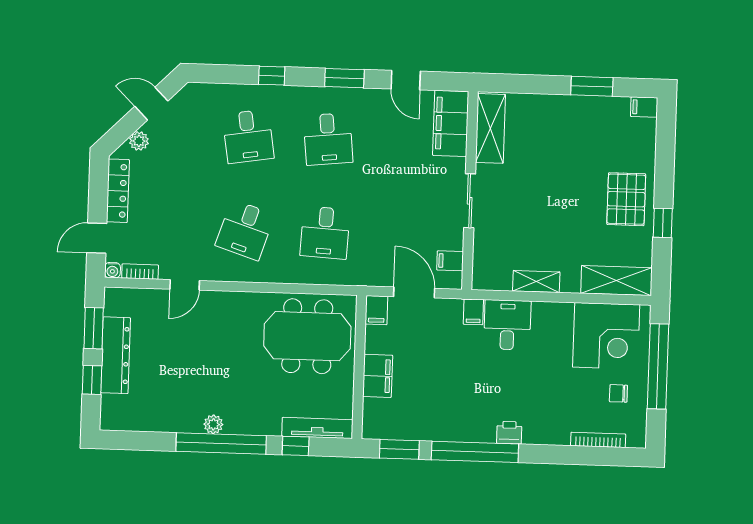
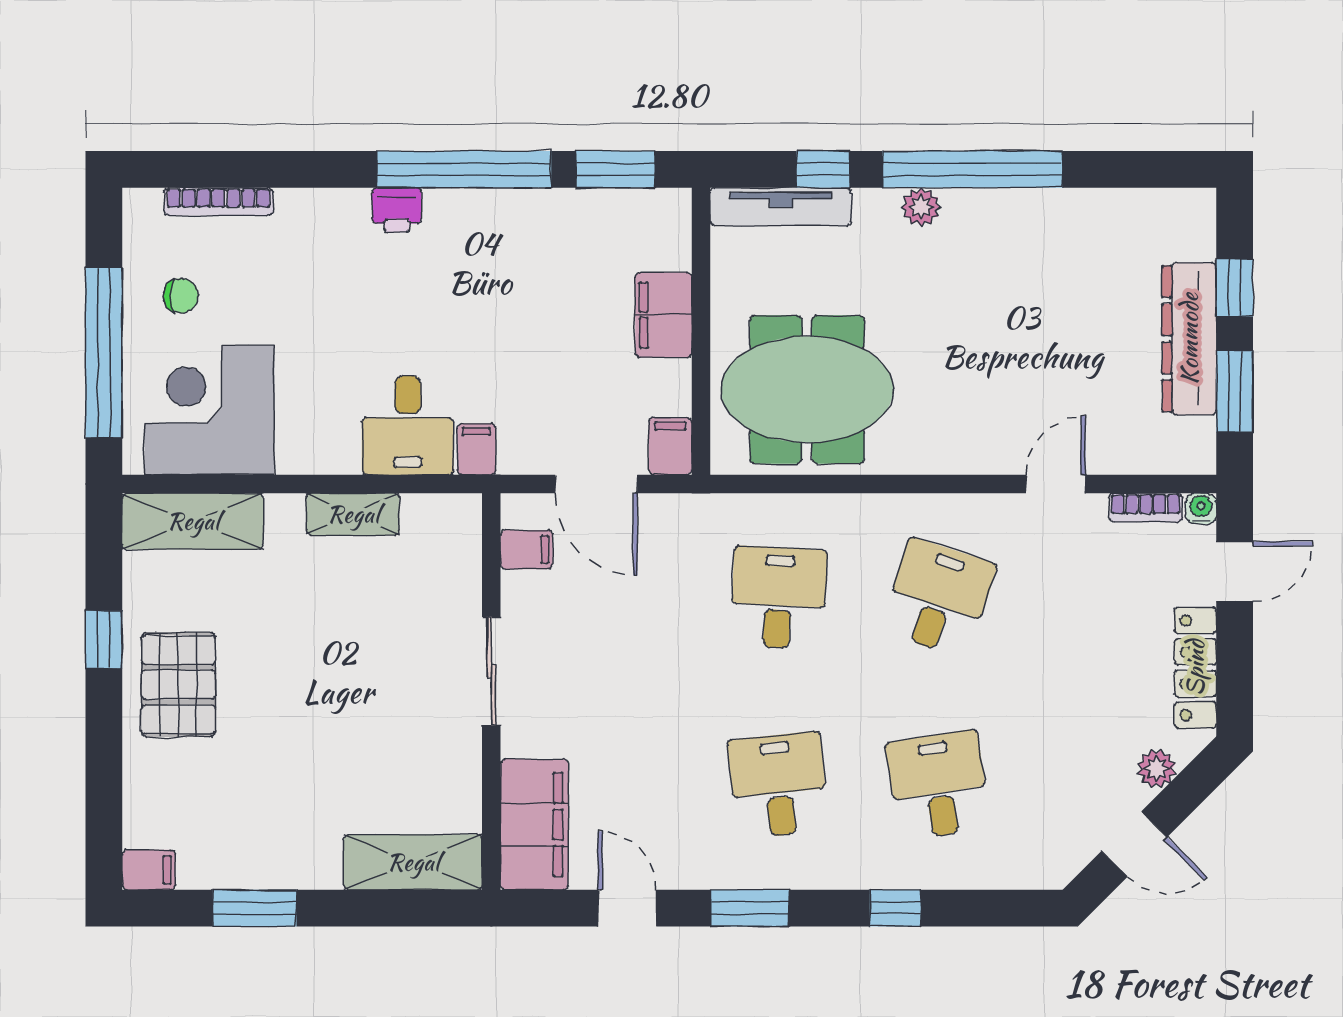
shelving: (490, 128) -> (413, 862), moved, turned 90
plant: (213, 424) -> (921, 207), moved

